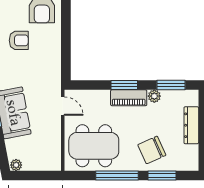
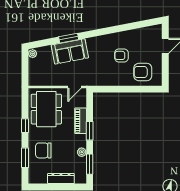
armchair: (19, 40) -> (121, 55), turned 90
piano: (129, 98) -> (81, 121), moved
chair: (152, 150) -> (43, 150), turned -66
window: (117, 176) -> (25, 126), width x0.46

